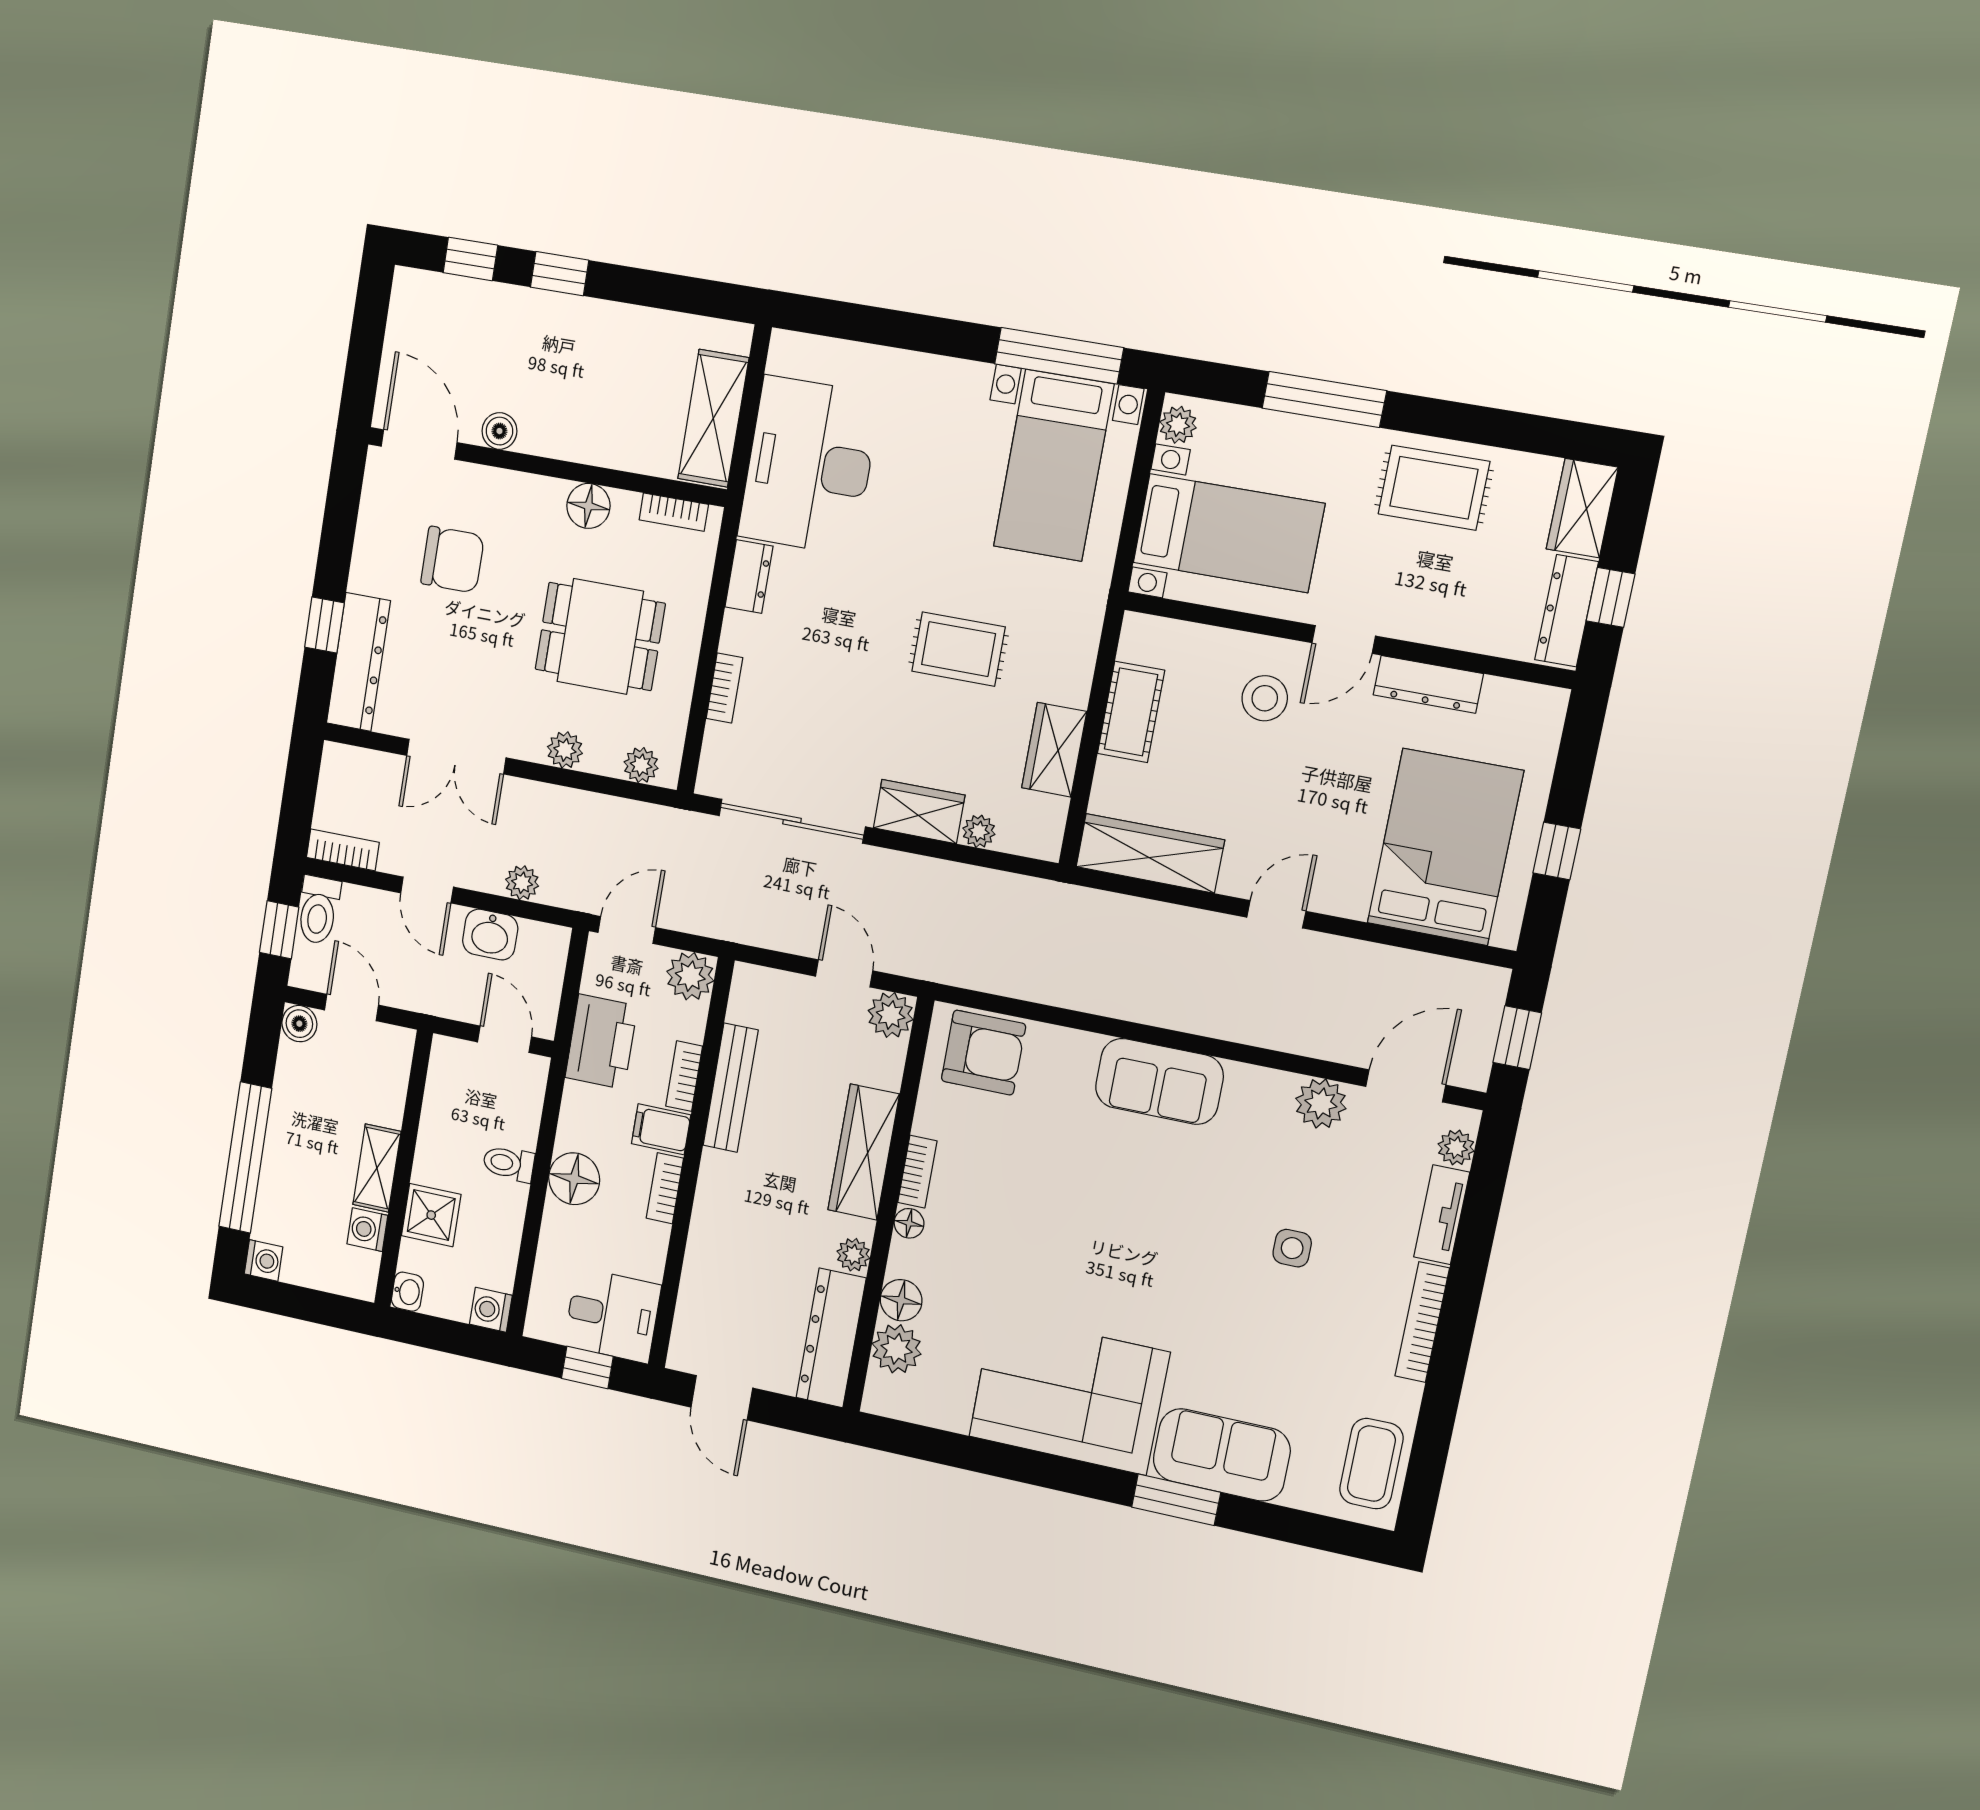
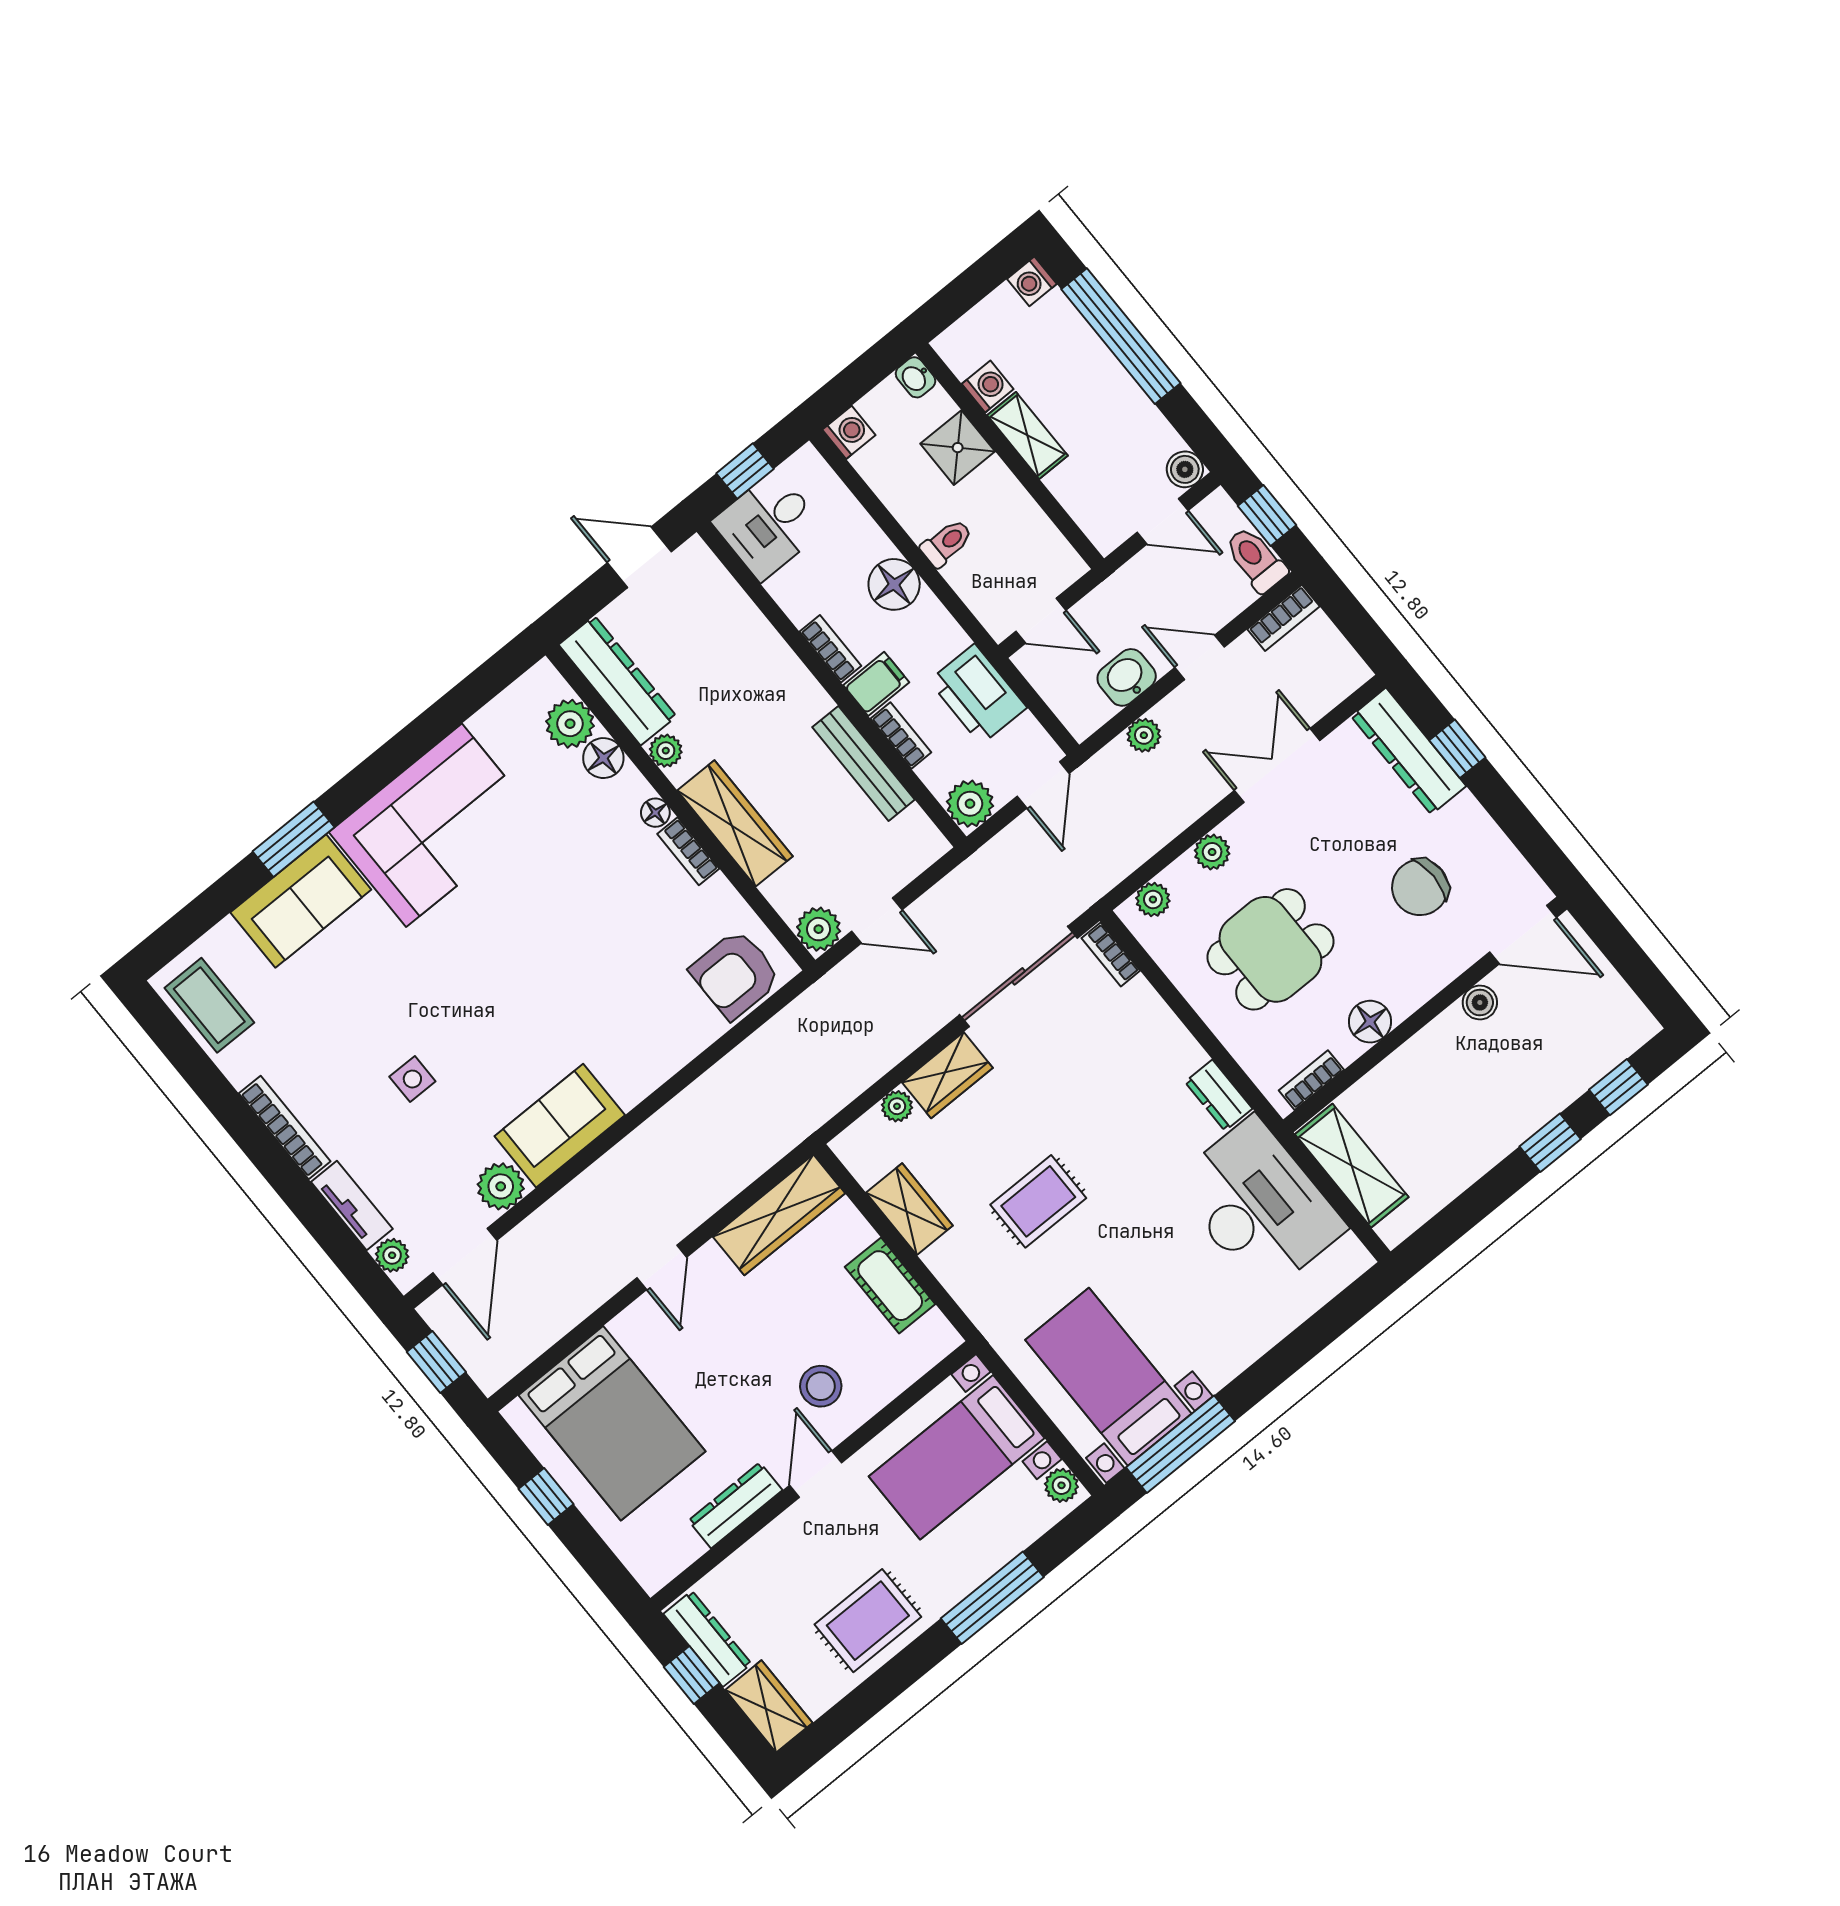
bookcase: (724, 688) -> (1111, 954), moved
sofa: (1159, 1081) -> (560, 1126), moved

